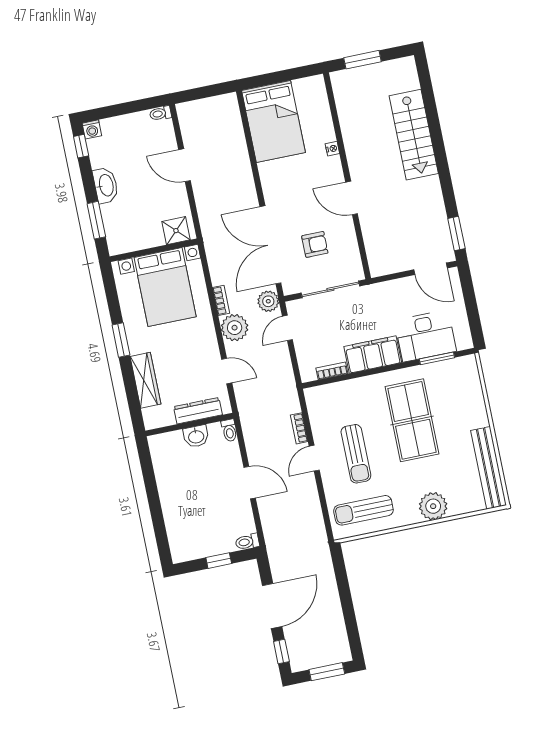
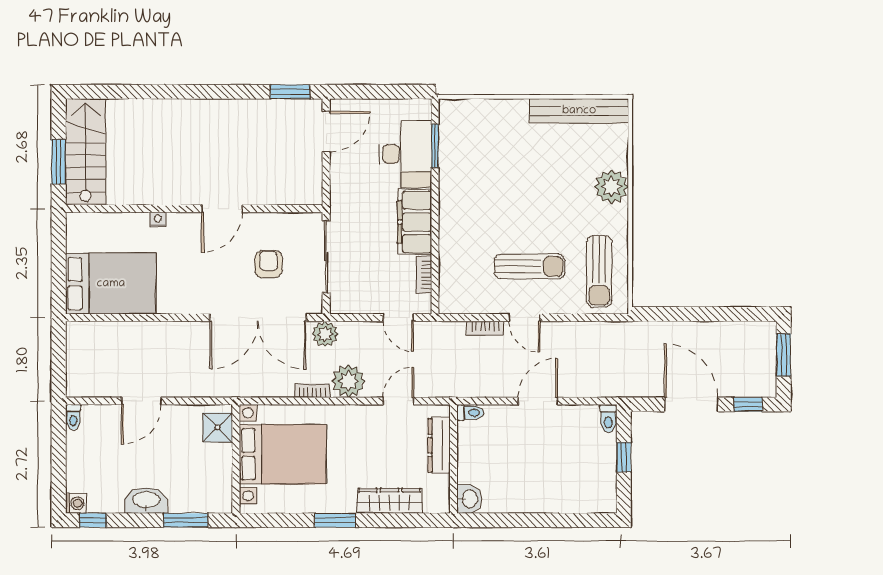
stairs: (414, 135) -> (85, 151), moved, turned -90
door: (287, 328) -> (398, 318), moved
table tennis table: (412, 420) -> (503, 191), removed
washbasin: (196, 436) -> (469, 499), moved

